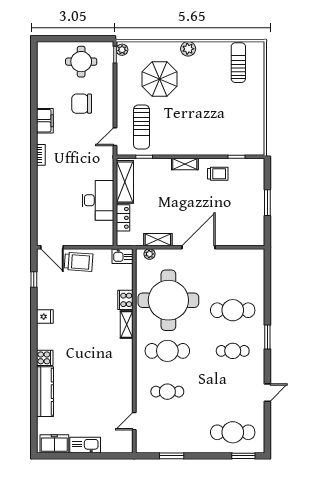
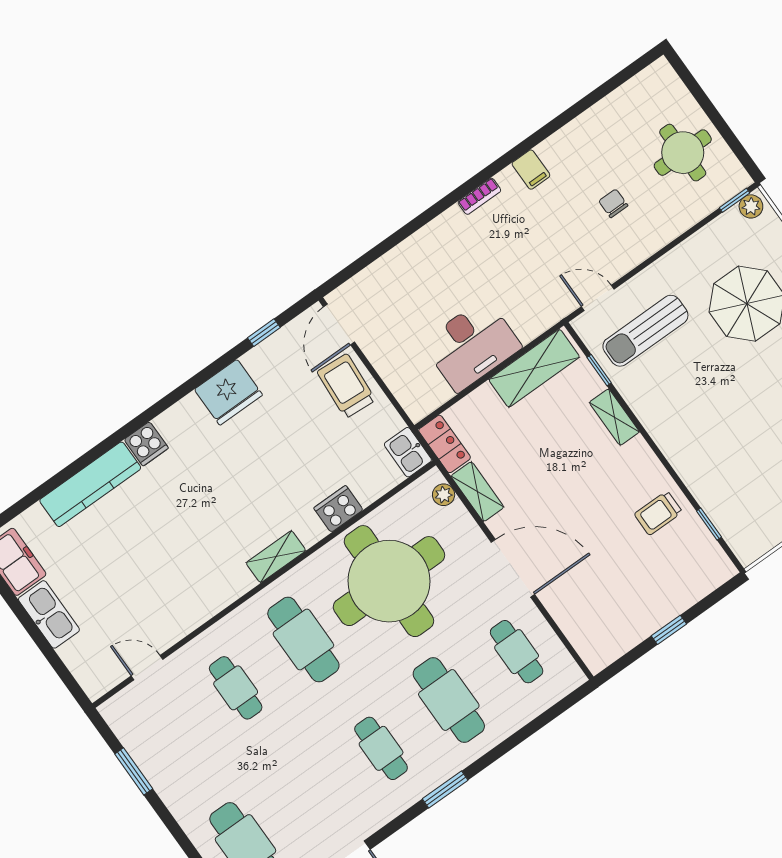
chair: (82, 104) -> (613, 203), width x0.54, depth x0.54
filing cabinet: (45, 121) -> (531, 170), width x0.50
shelving: (185, 164) -> (614, 417), moved
trolley: (218, 174) -> (658, 513), turned 90
window: (267, 203) -> (669, 630), width x0.67
locker: (123, 218) -> (445, 444), moved, turned -90
trolley: (79, 262) -> (346, 386), turned 180
cafe table: (233, 269) -> (517, 652), added
fridge: (45, 317) -> (228, 392), width x1.88, depth x1.34
shelving: (127, 324) -> (276, 557), moved

